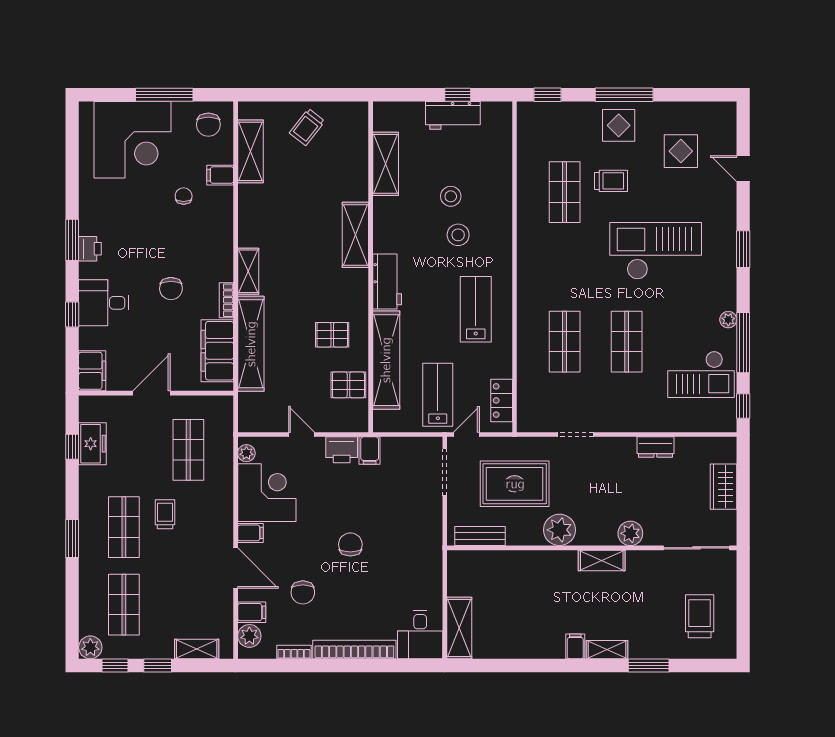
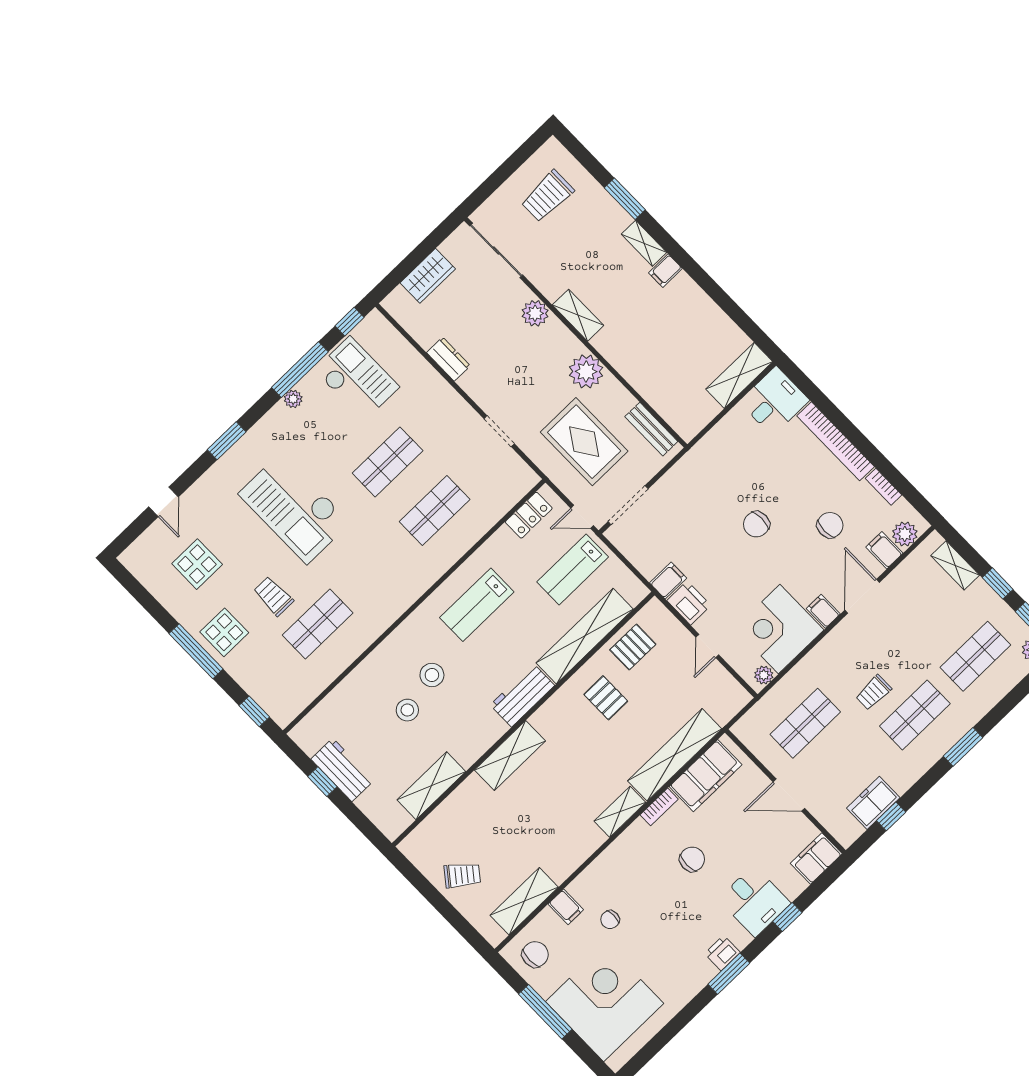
pallet: (348, 385) -> (633, 647), turned 90

